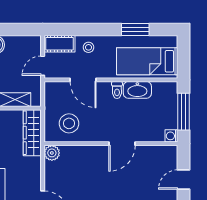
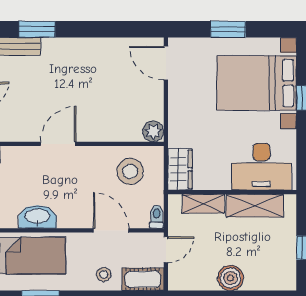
toilet: (117, 90) -> (157, 217), moved
wardrobe: (32, 133) -> (180, 169), width x0.67

